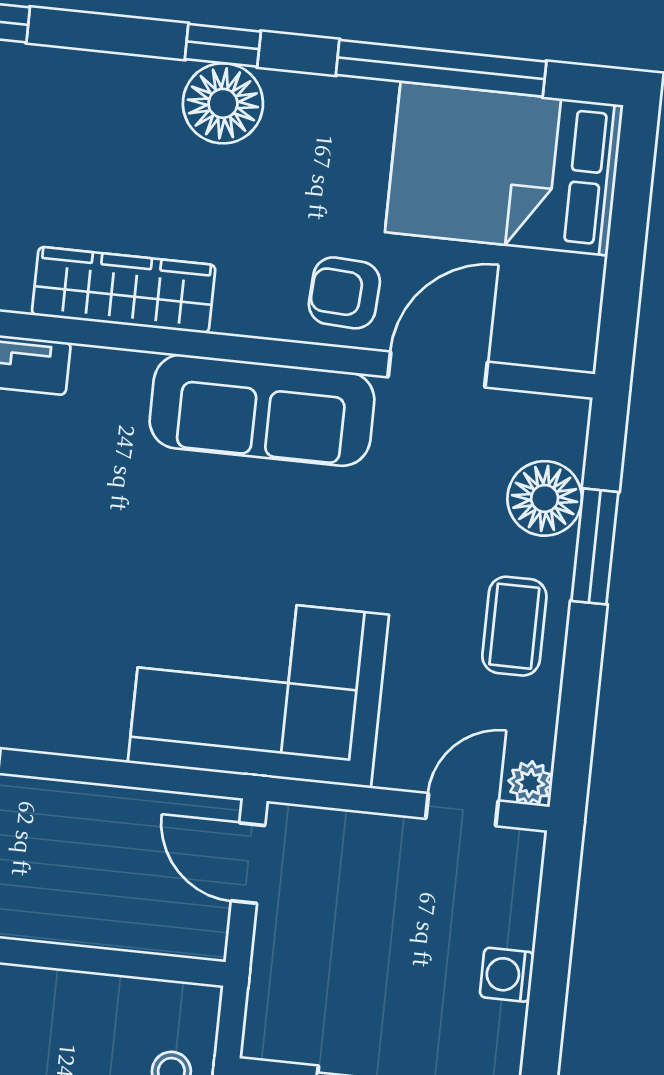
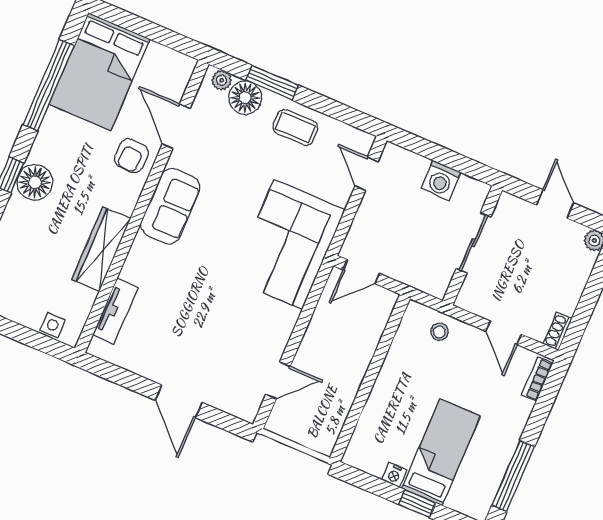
sofa: (262, 410) -> (170, 206), width x0.73
plant: (530, 783) -> (222, 80), moved
washing machine: (507, 975) -> (441, 180), width x1.38, depth x1.38

